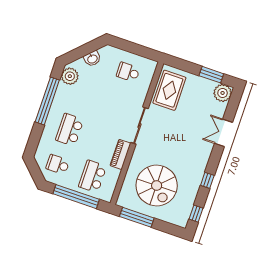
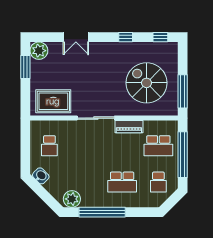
washbasin: (92, 59) -> (41, 176), moved
spiral stairs: (157, 186) -> (147, 83), turned -90

